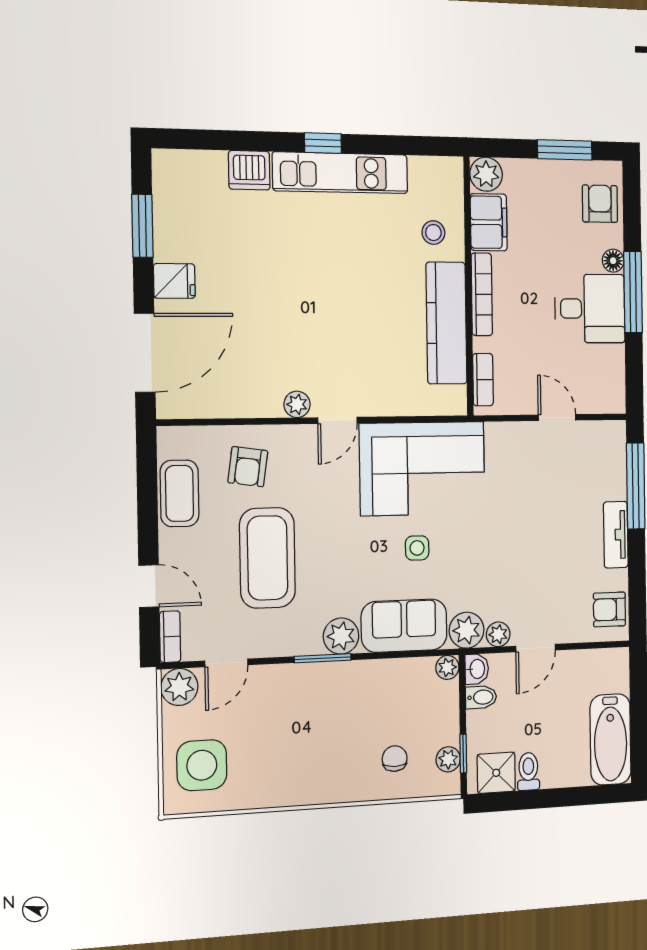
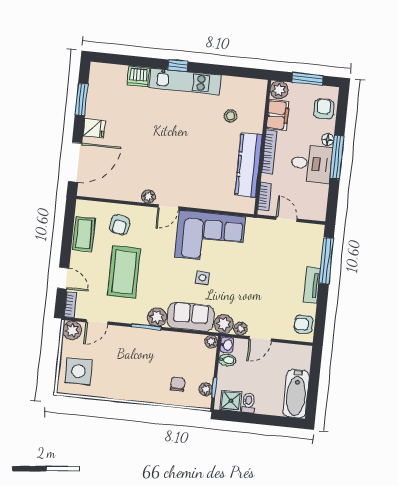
plant: (486, 174) -> (279, 90), moved
filing cabinet: (489, 222) -> (278, 115), moved
wall: (468, 286) -> (263, 147), moved
bookcase: (482, 294) -> (269, 152), moved
kitchen counter: (446, 323) -> (248, 165), moved
bookcase: (483, 380) -> (265, 196), moved

